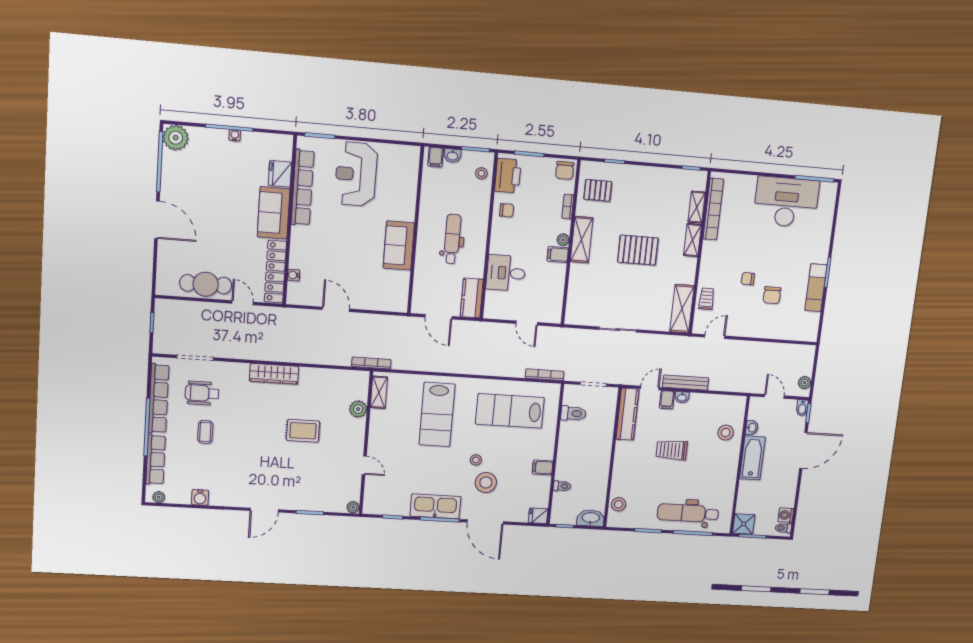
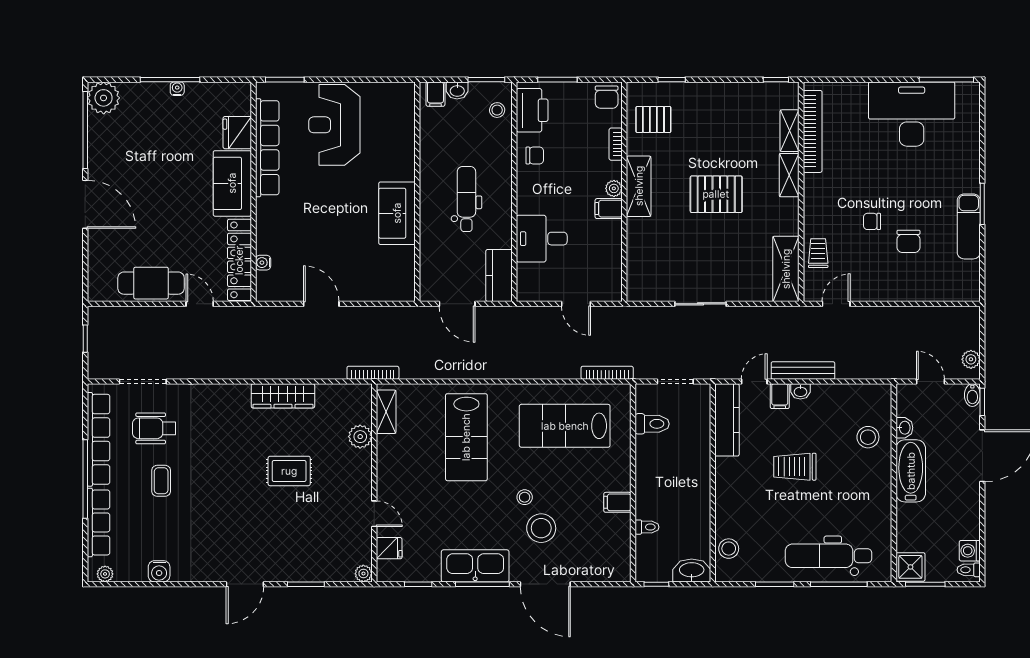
wardrobe: (274, 374) -> (283, 396), moved
fridge: (538, 516) -> (389, 548), moved, turned 180

